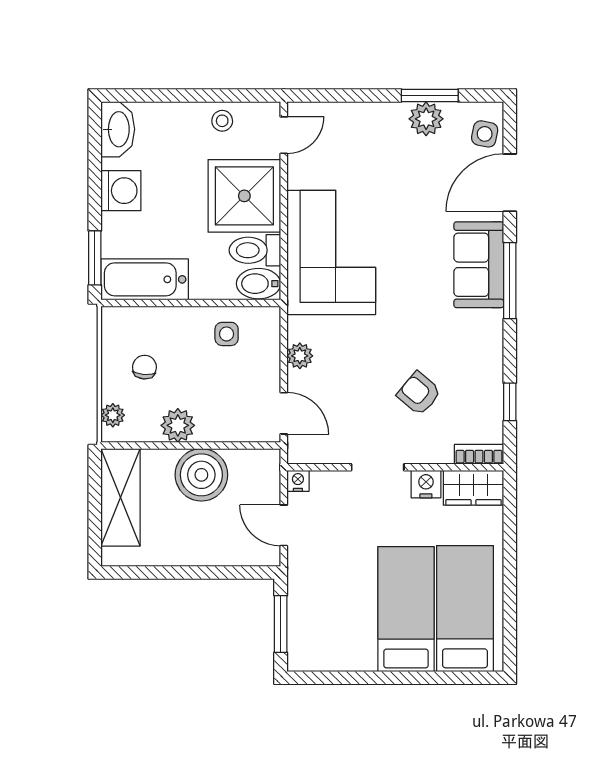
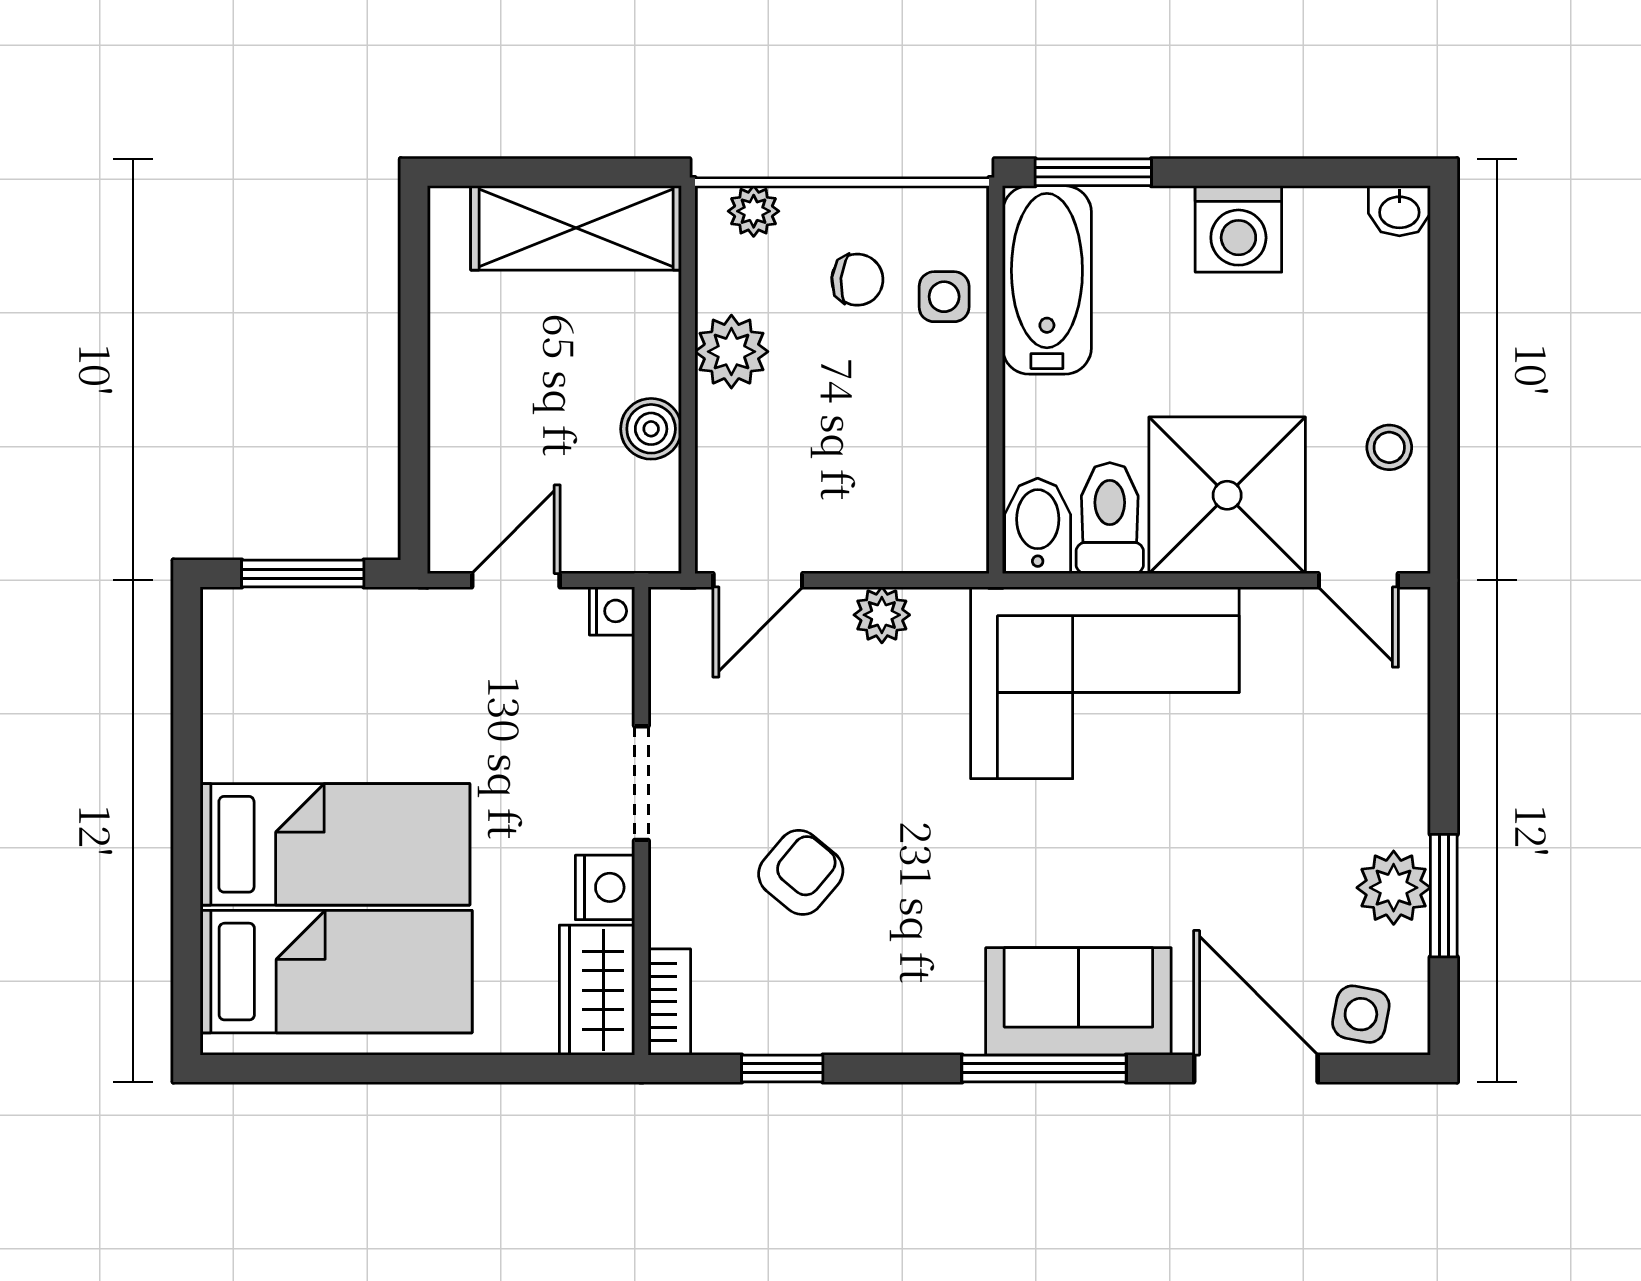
washbasin: (118, 129) -> (1399, 211), width x0.52, depth x0.69
side table: (227, 334) -> (944, 297), moved
boiler: (201, 475) -> (651, 429), width x0.54, depth x0.54

